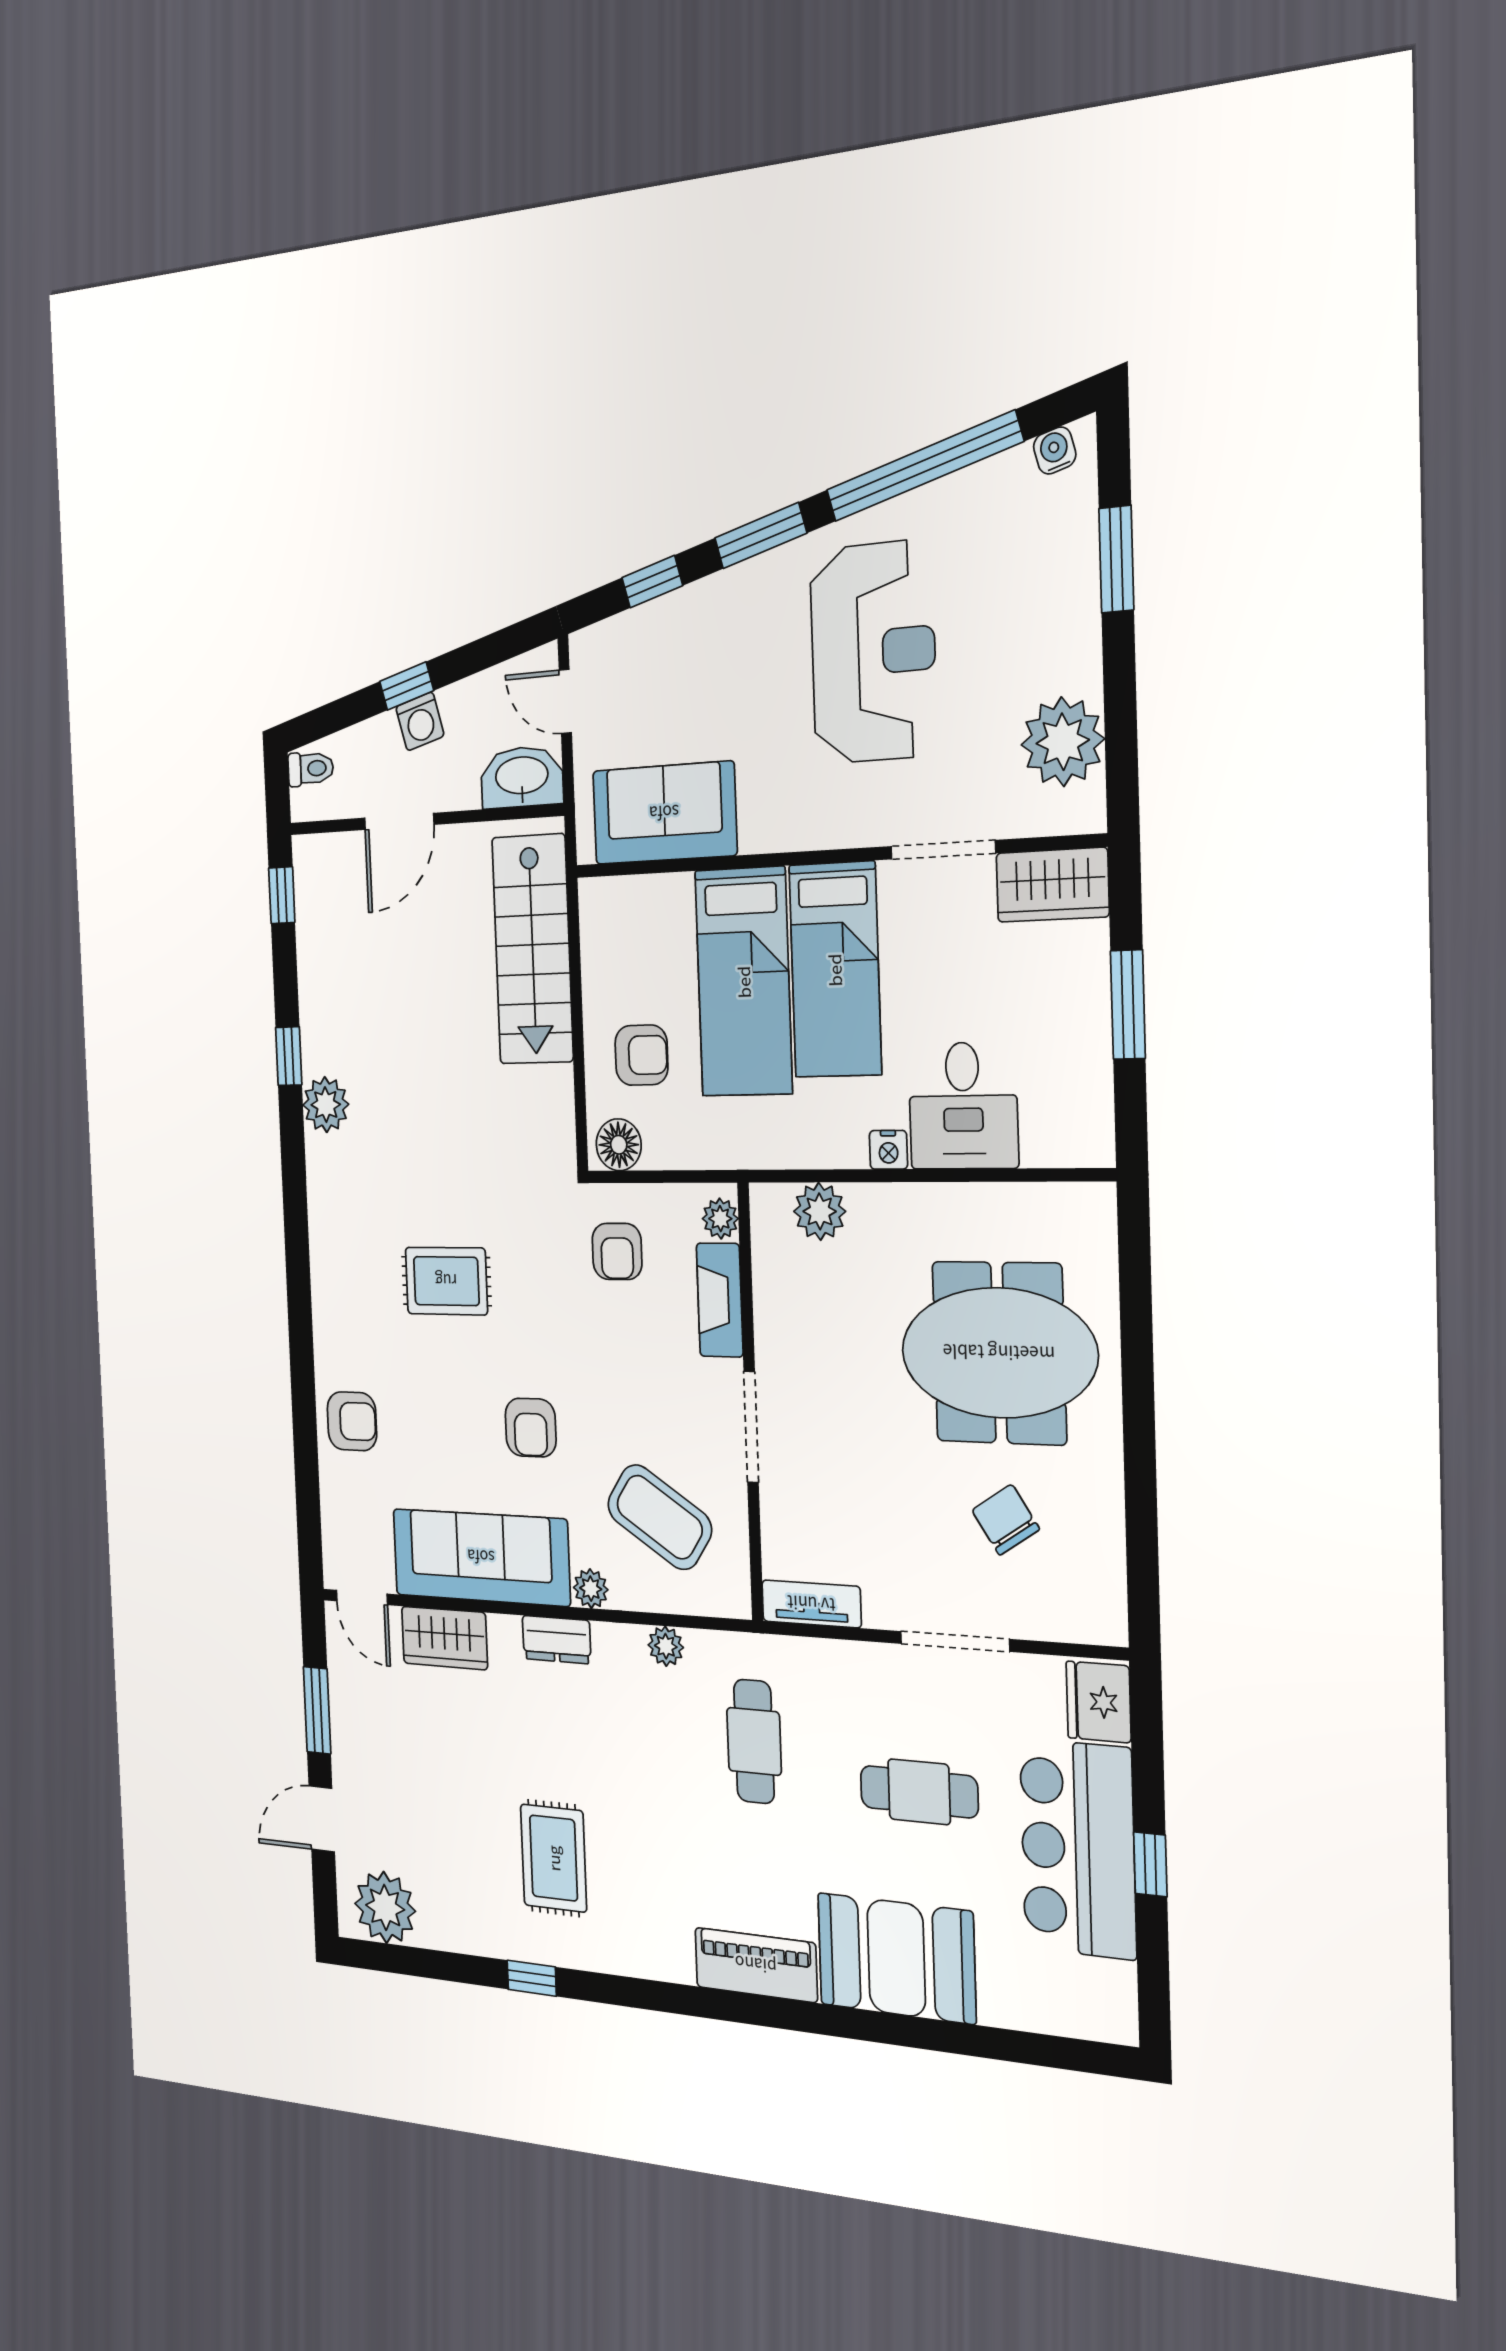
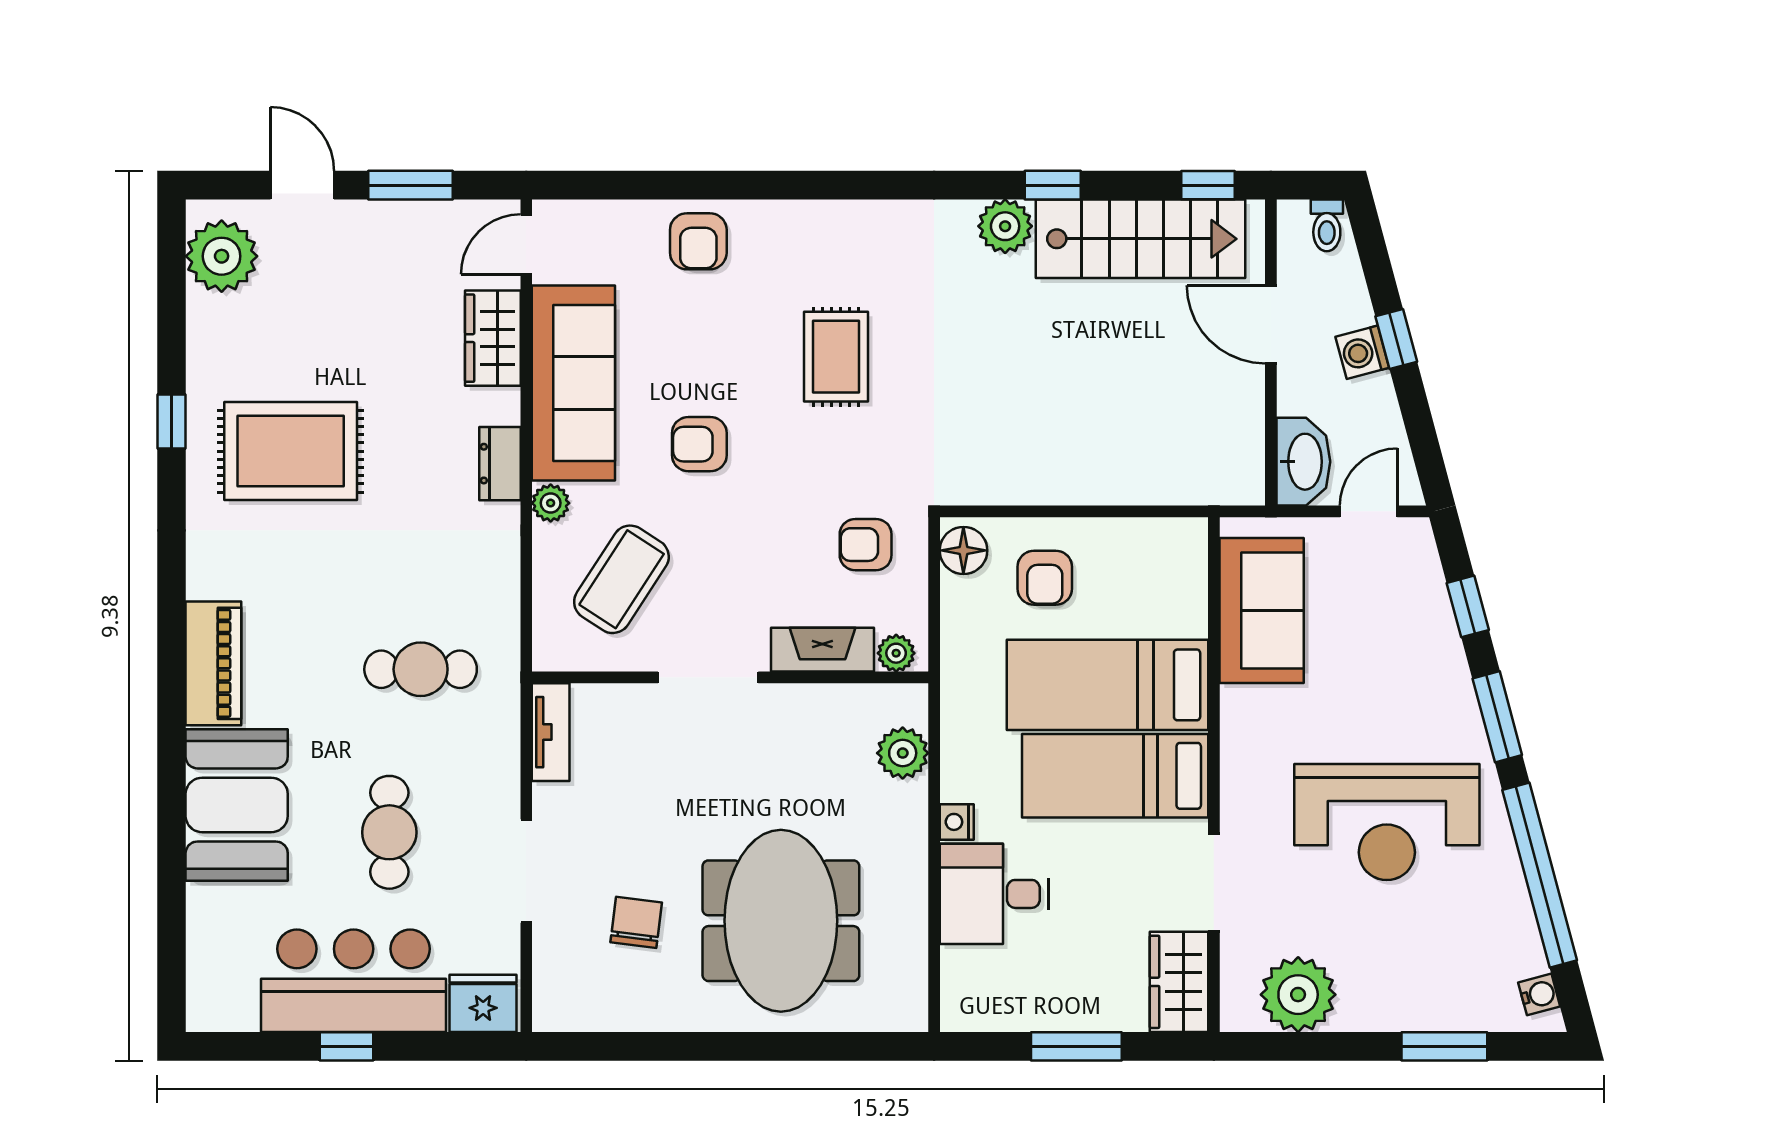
stairs: (532, 949) -> (1140, 239), moved, turned 180
chair: (1006, 1520) -> (636, 922), turned -50
plant: (666, 1646) -> (502, 581), removed
rug: (554, 1858) -> (291, 451), width x1.36, depth x1.43

